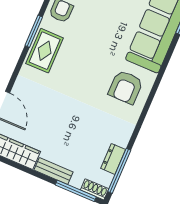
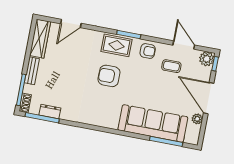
armchair: (126, 87) -> (109, 76), moved

